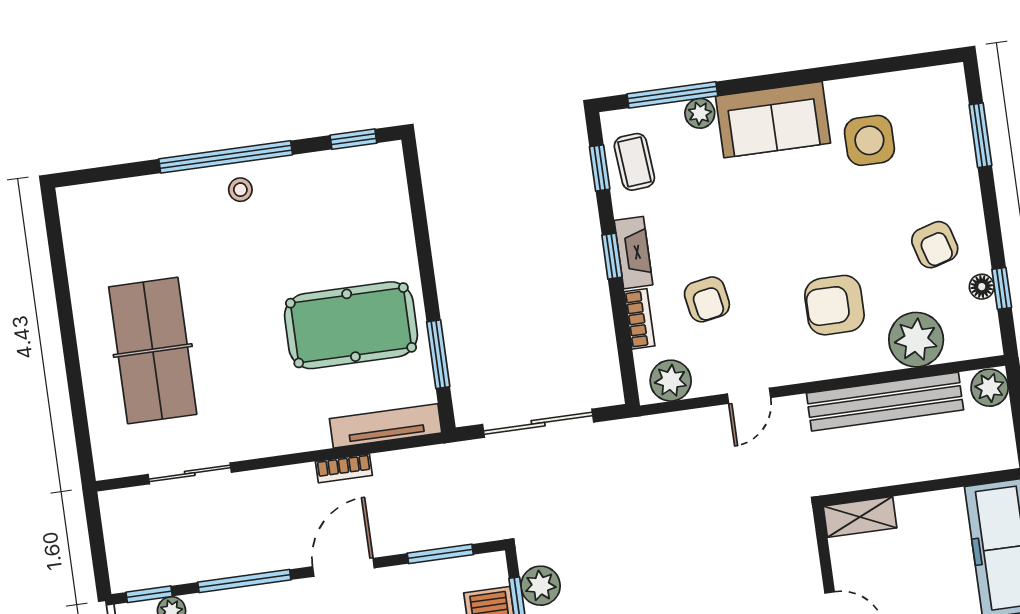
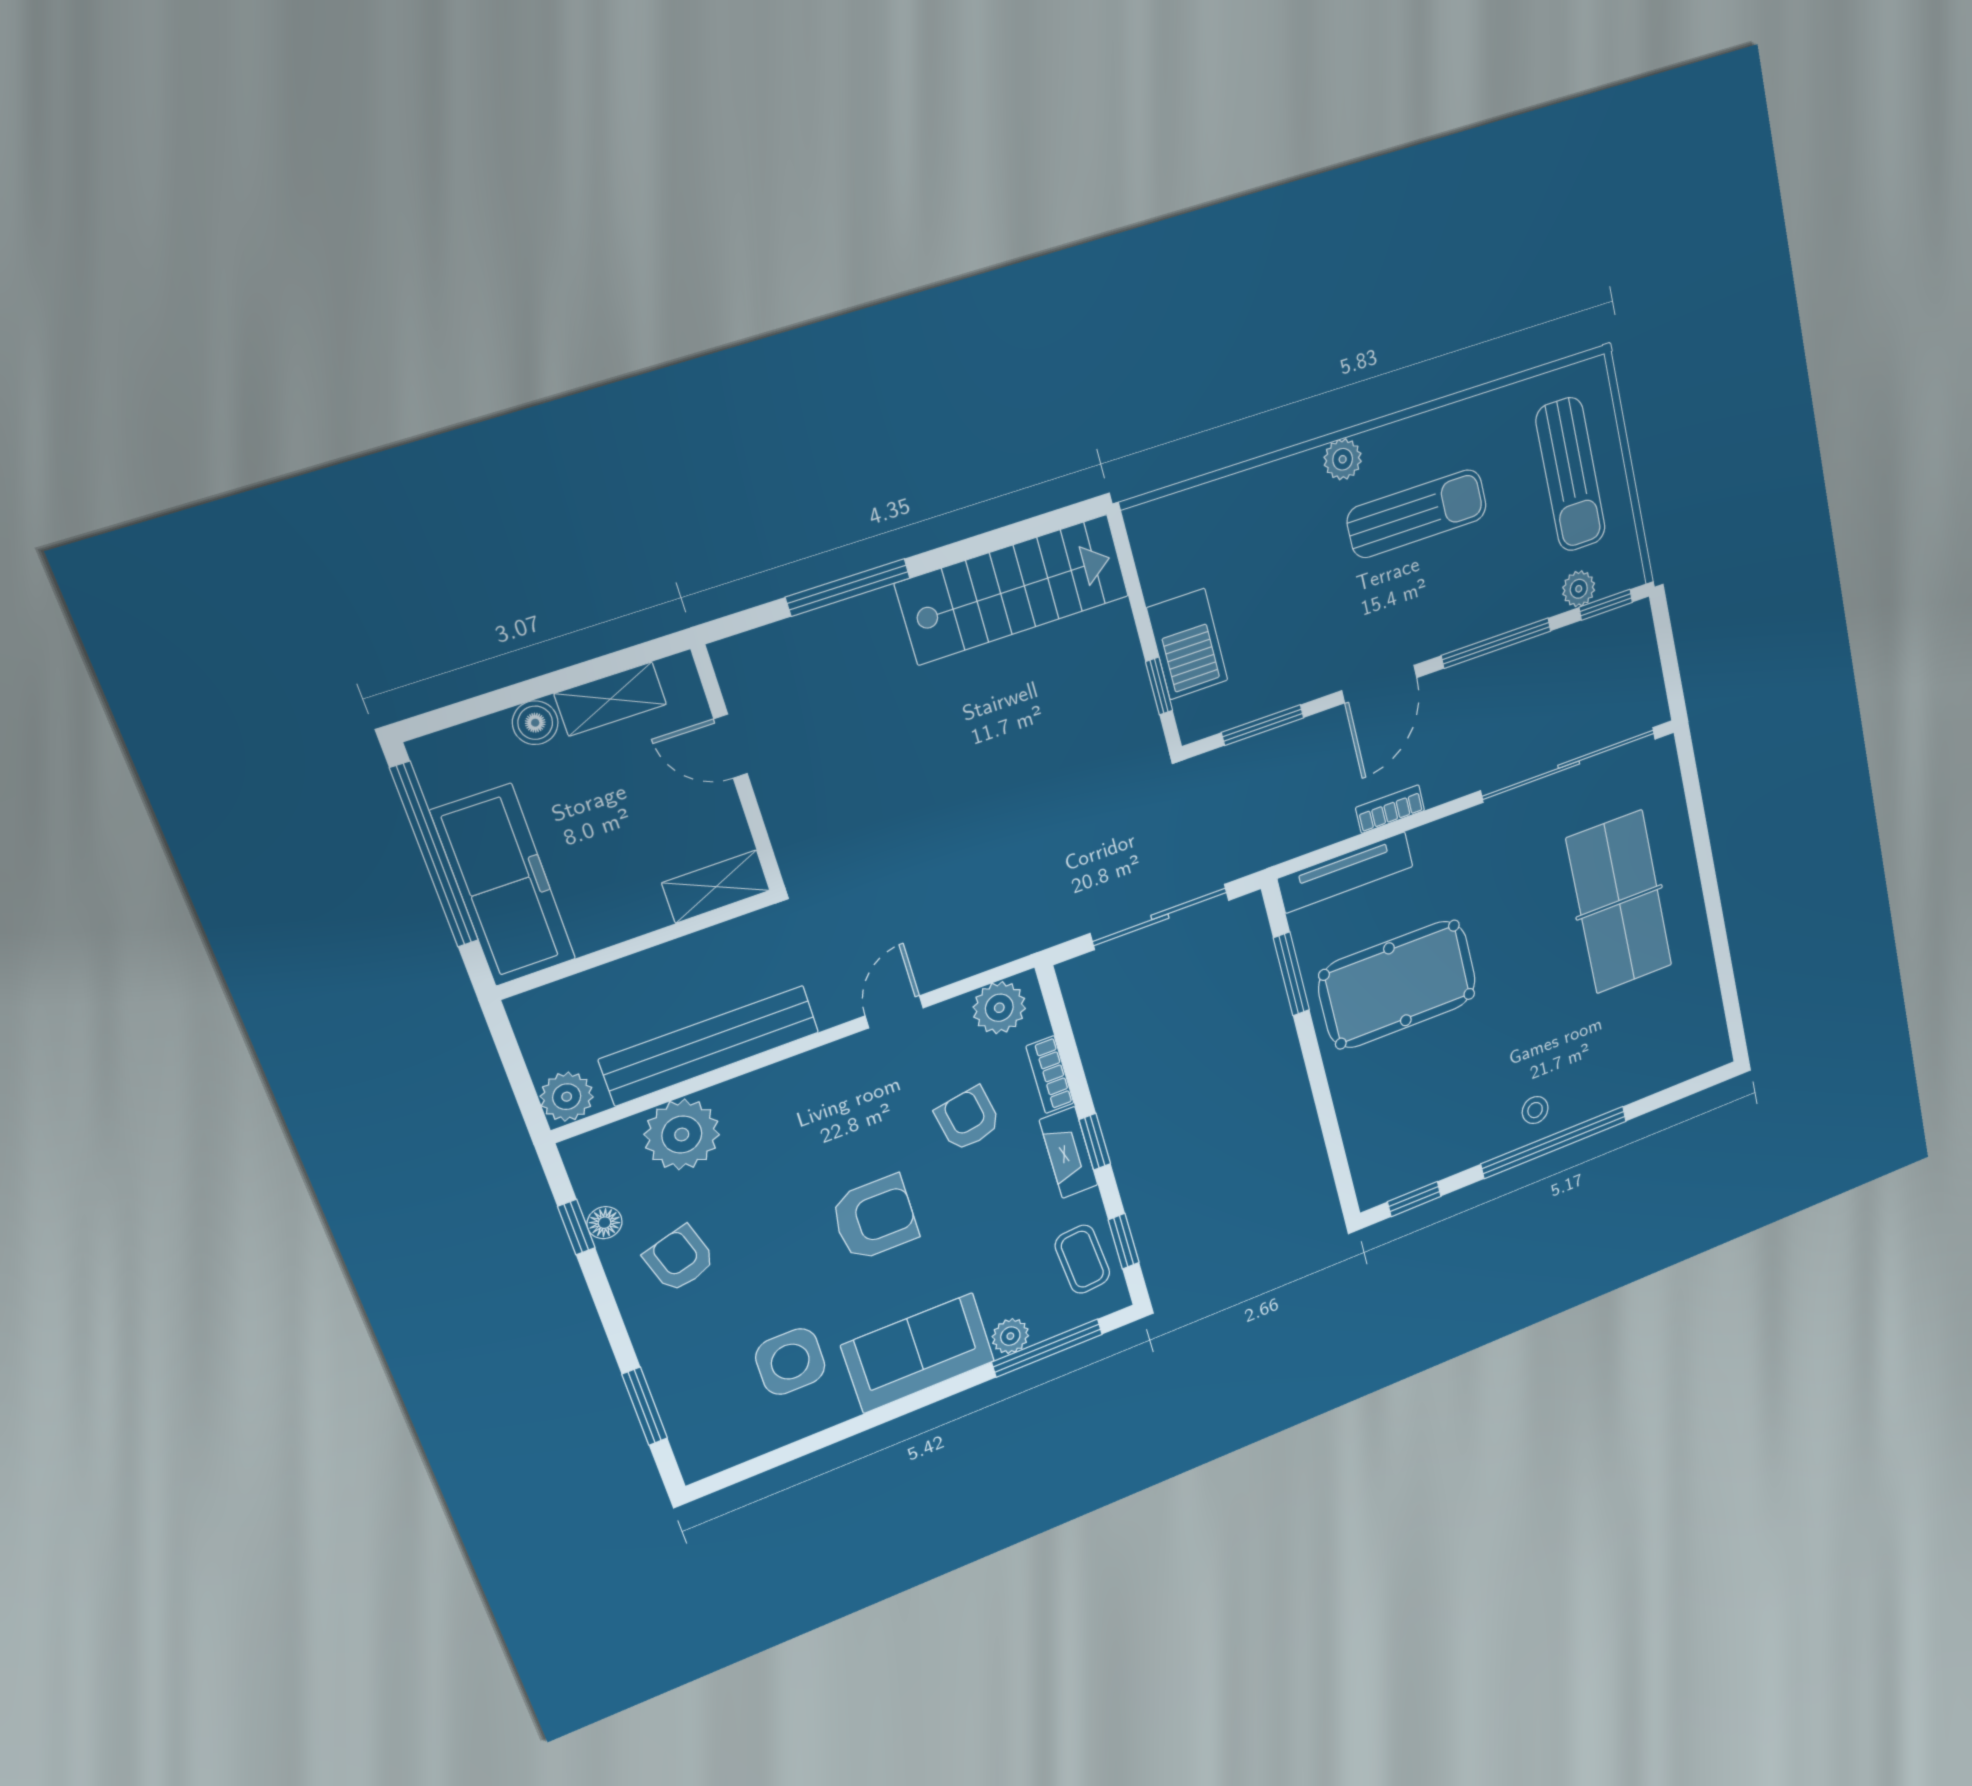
armchair: (834, 305) -> (875, 1218), moved
sliding door: (190, 473) -> (1569, 765), width x1.86
plant: (541, 586) -> (1131, 709), removed

